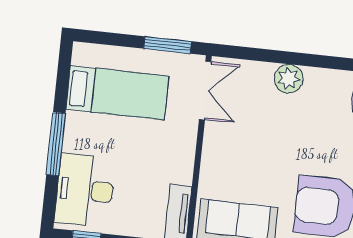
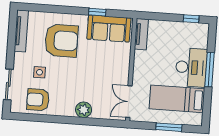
window: (168, 45) -> (169, 127), moved
desk: (85, 190) -> (191, 67), moved

